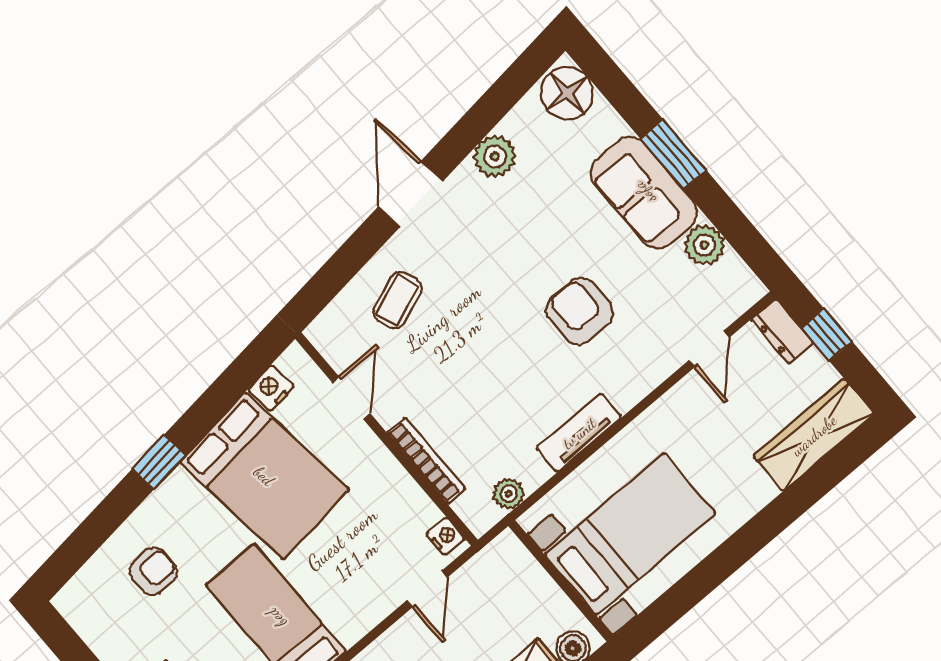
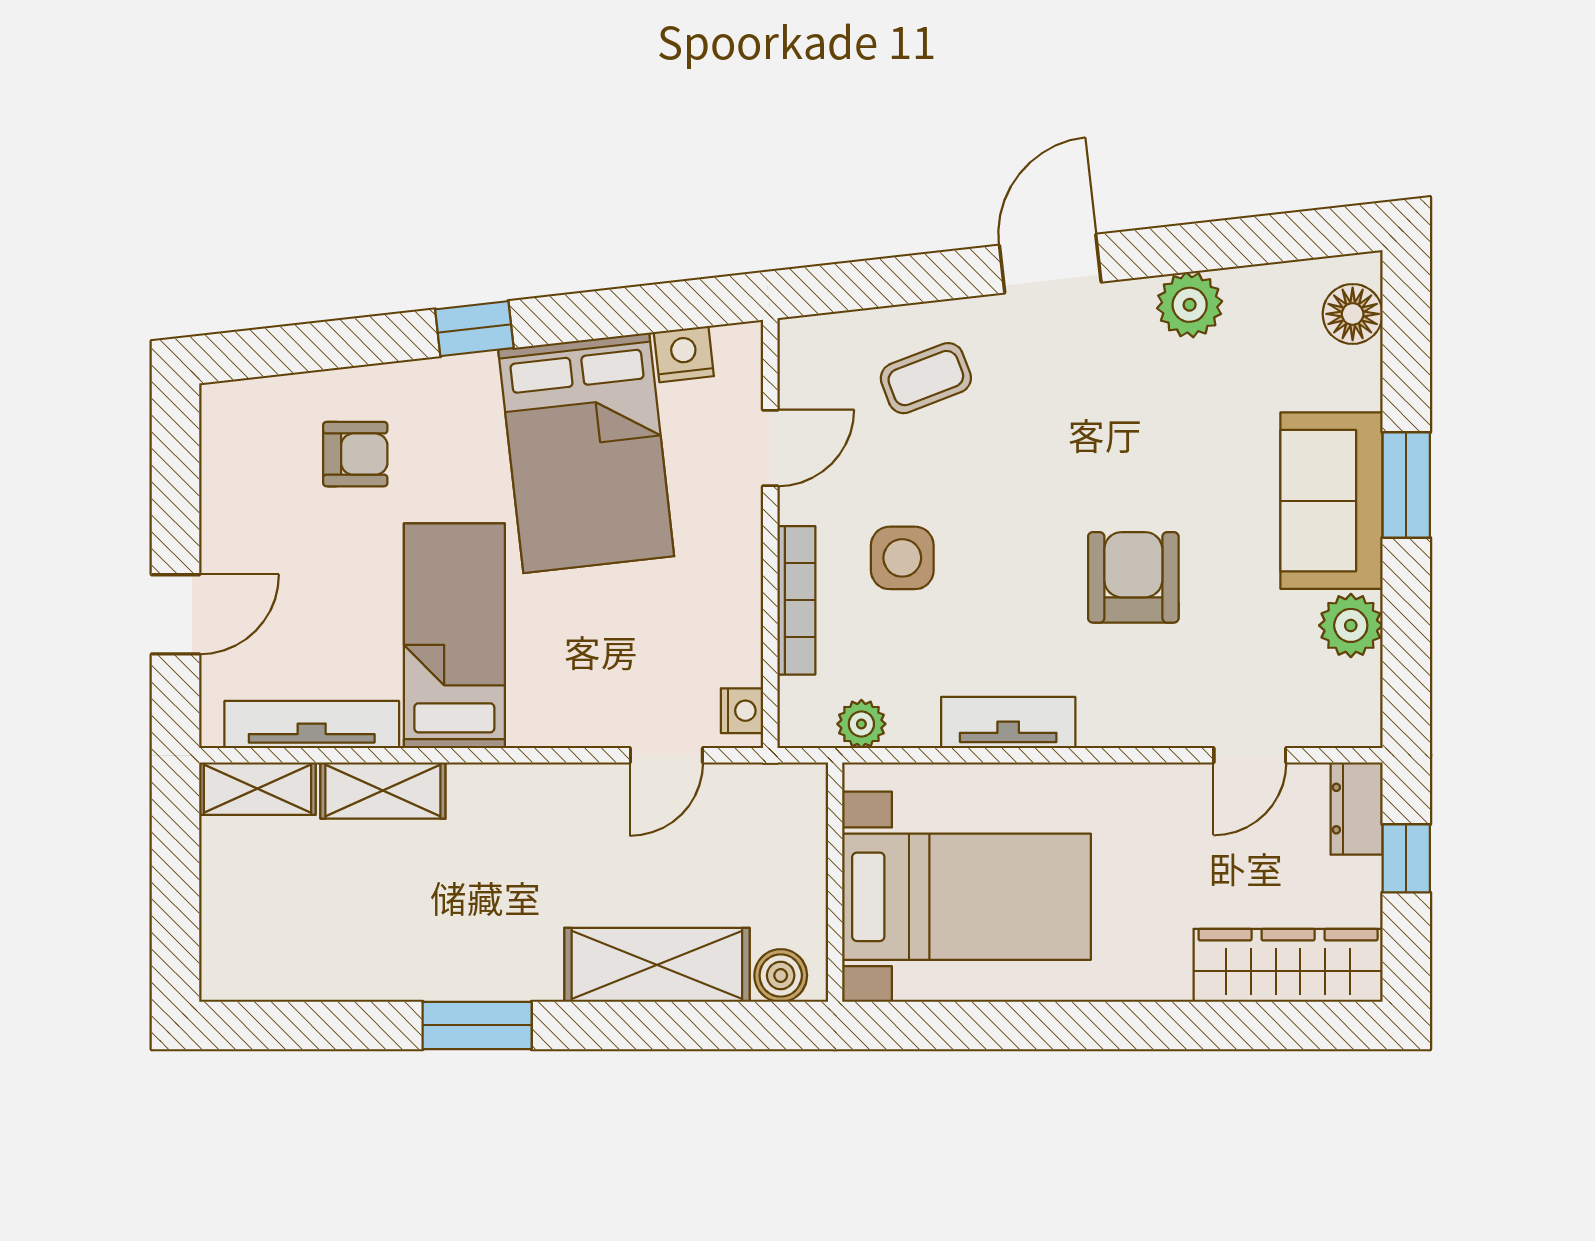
floor lamp: (567, 93) -> (1353, 314), width x0.73, depth x0.73
side table: (460, 397) -> (902, 558), added

